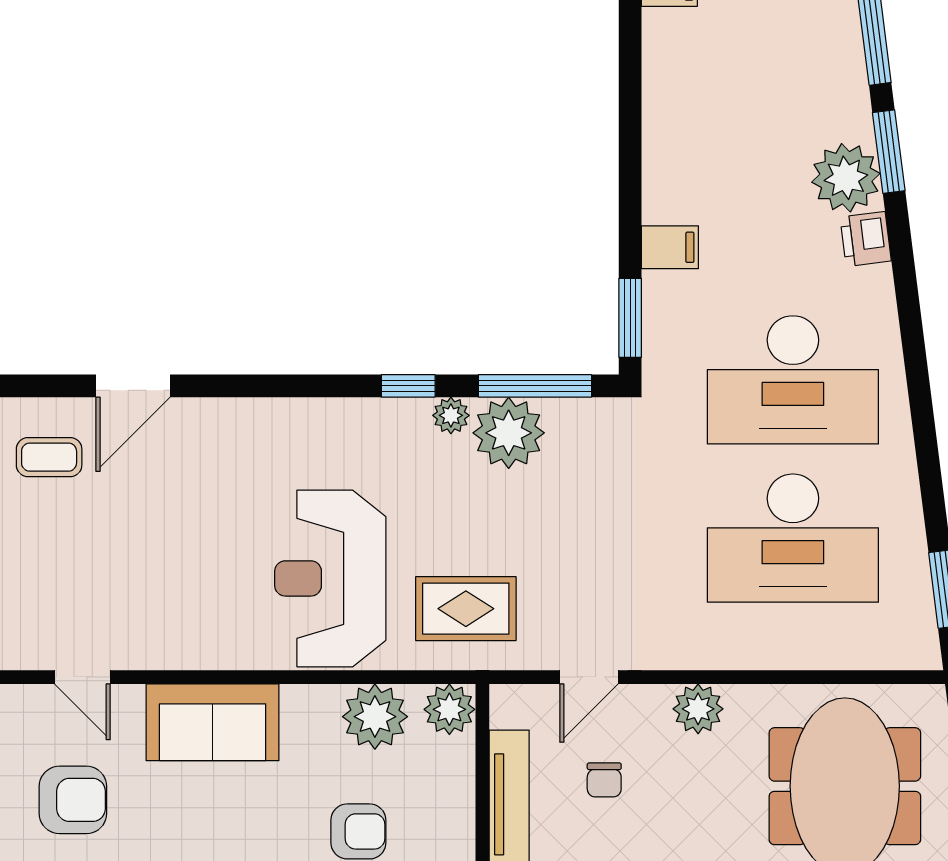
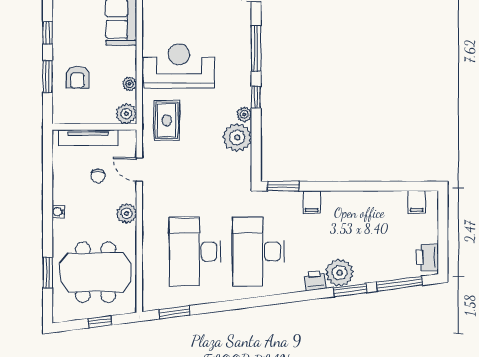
window: (535, 386) -> (256, 48), moved
plant: (375, 717) -> (130, 84), width x0.53, depth x0.53
chair: (604, 780) -> (98, 176), turned -90

